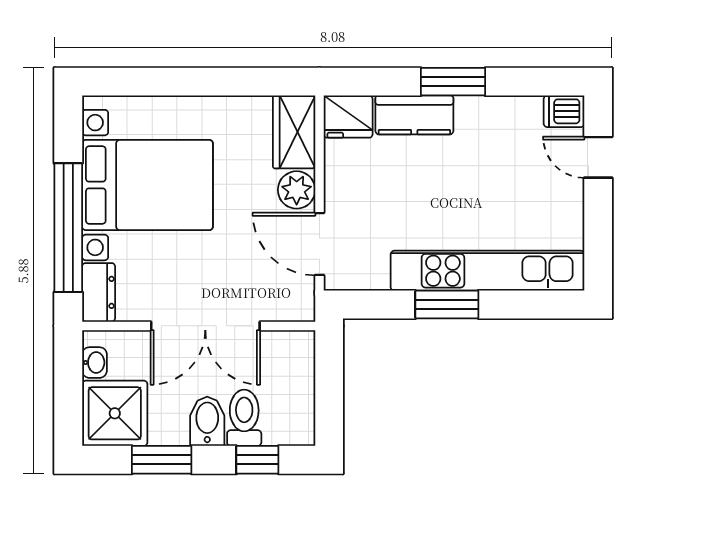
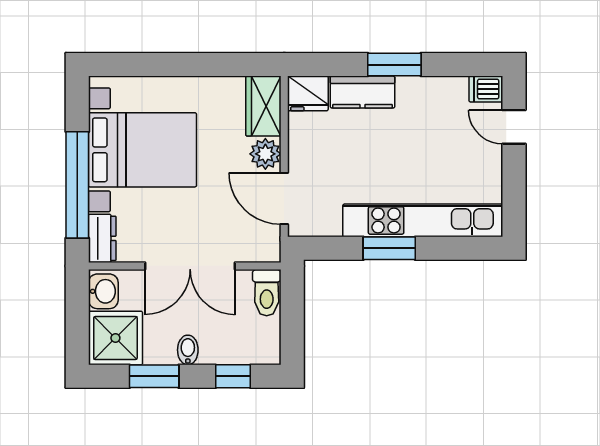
washbasin: (94, 363) -> (103, 291), width x1.38, depth x1.45
toilet: (244, 418) -> (267, 293), moved, turned 180
bidet: (207, 421) -> (188, 350), width x0.72, depth x0.74

